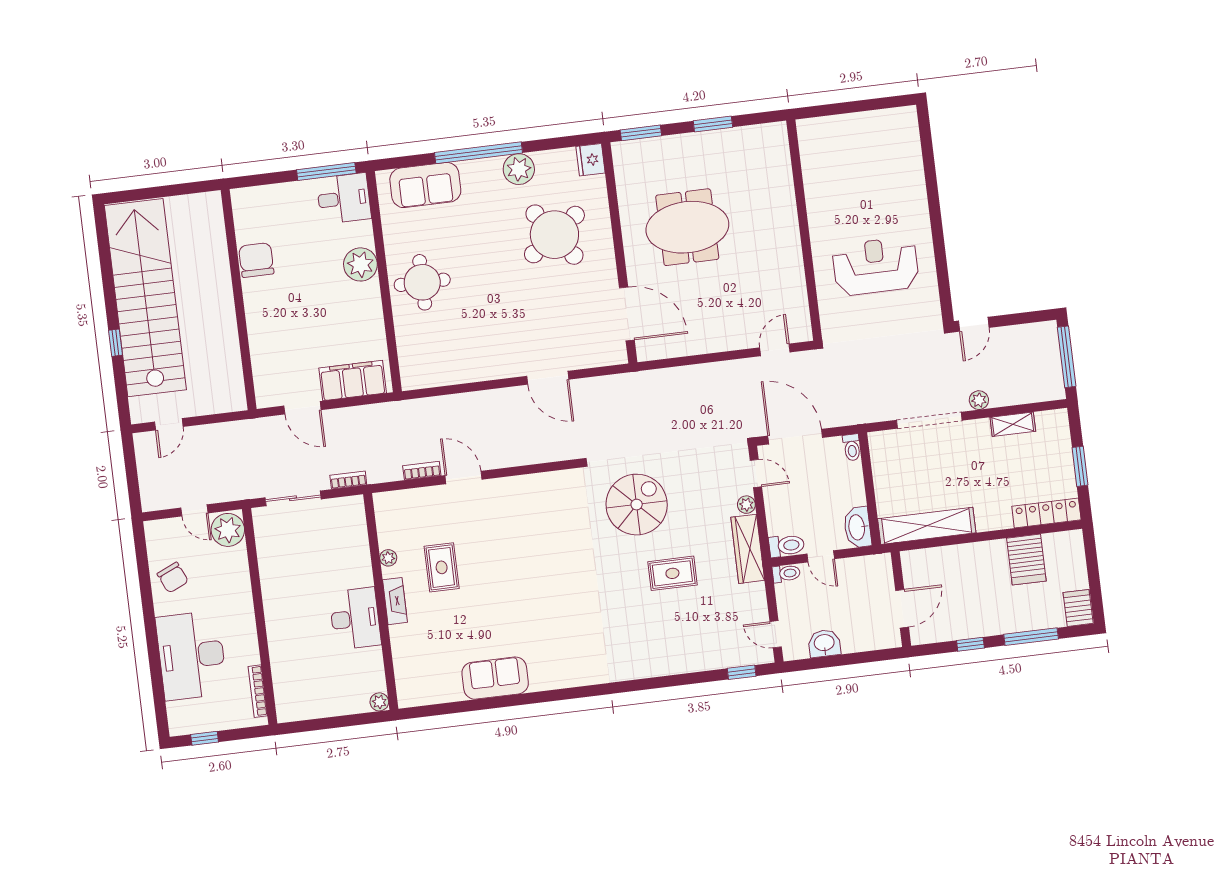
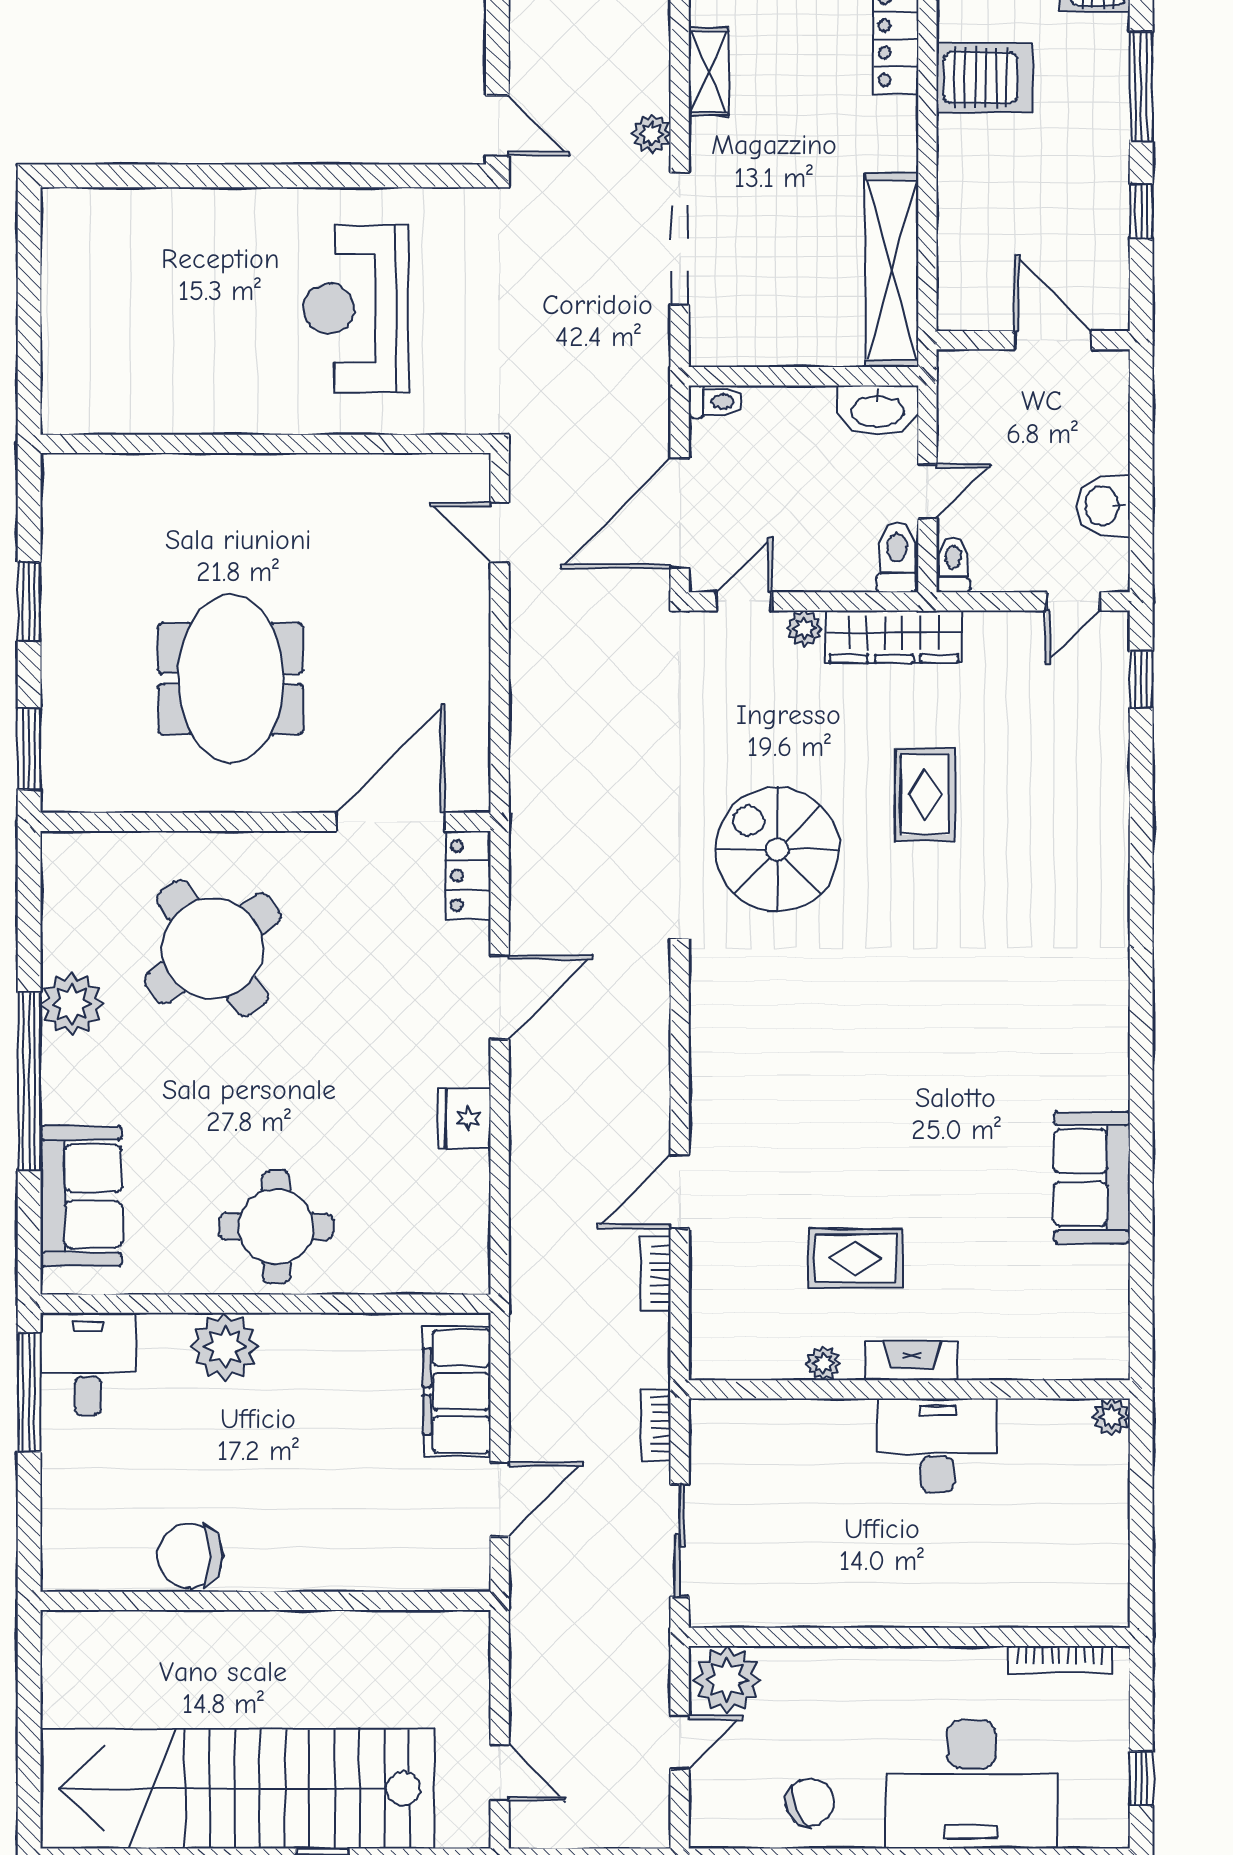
fridge: (590, 160) -> (464, 1118), moved, turned 90
locker: (605, 355) -> (468, 875), added

